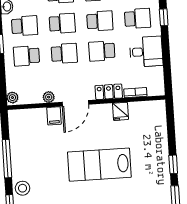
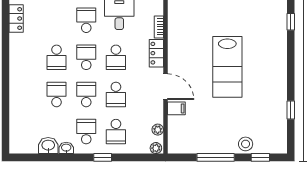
school desk: (64, 53) -> (116, 94), turned 180
plant: (49, 97) -> (158, 130), moved
fridge: (120, 111) -> (176, 43), removed

